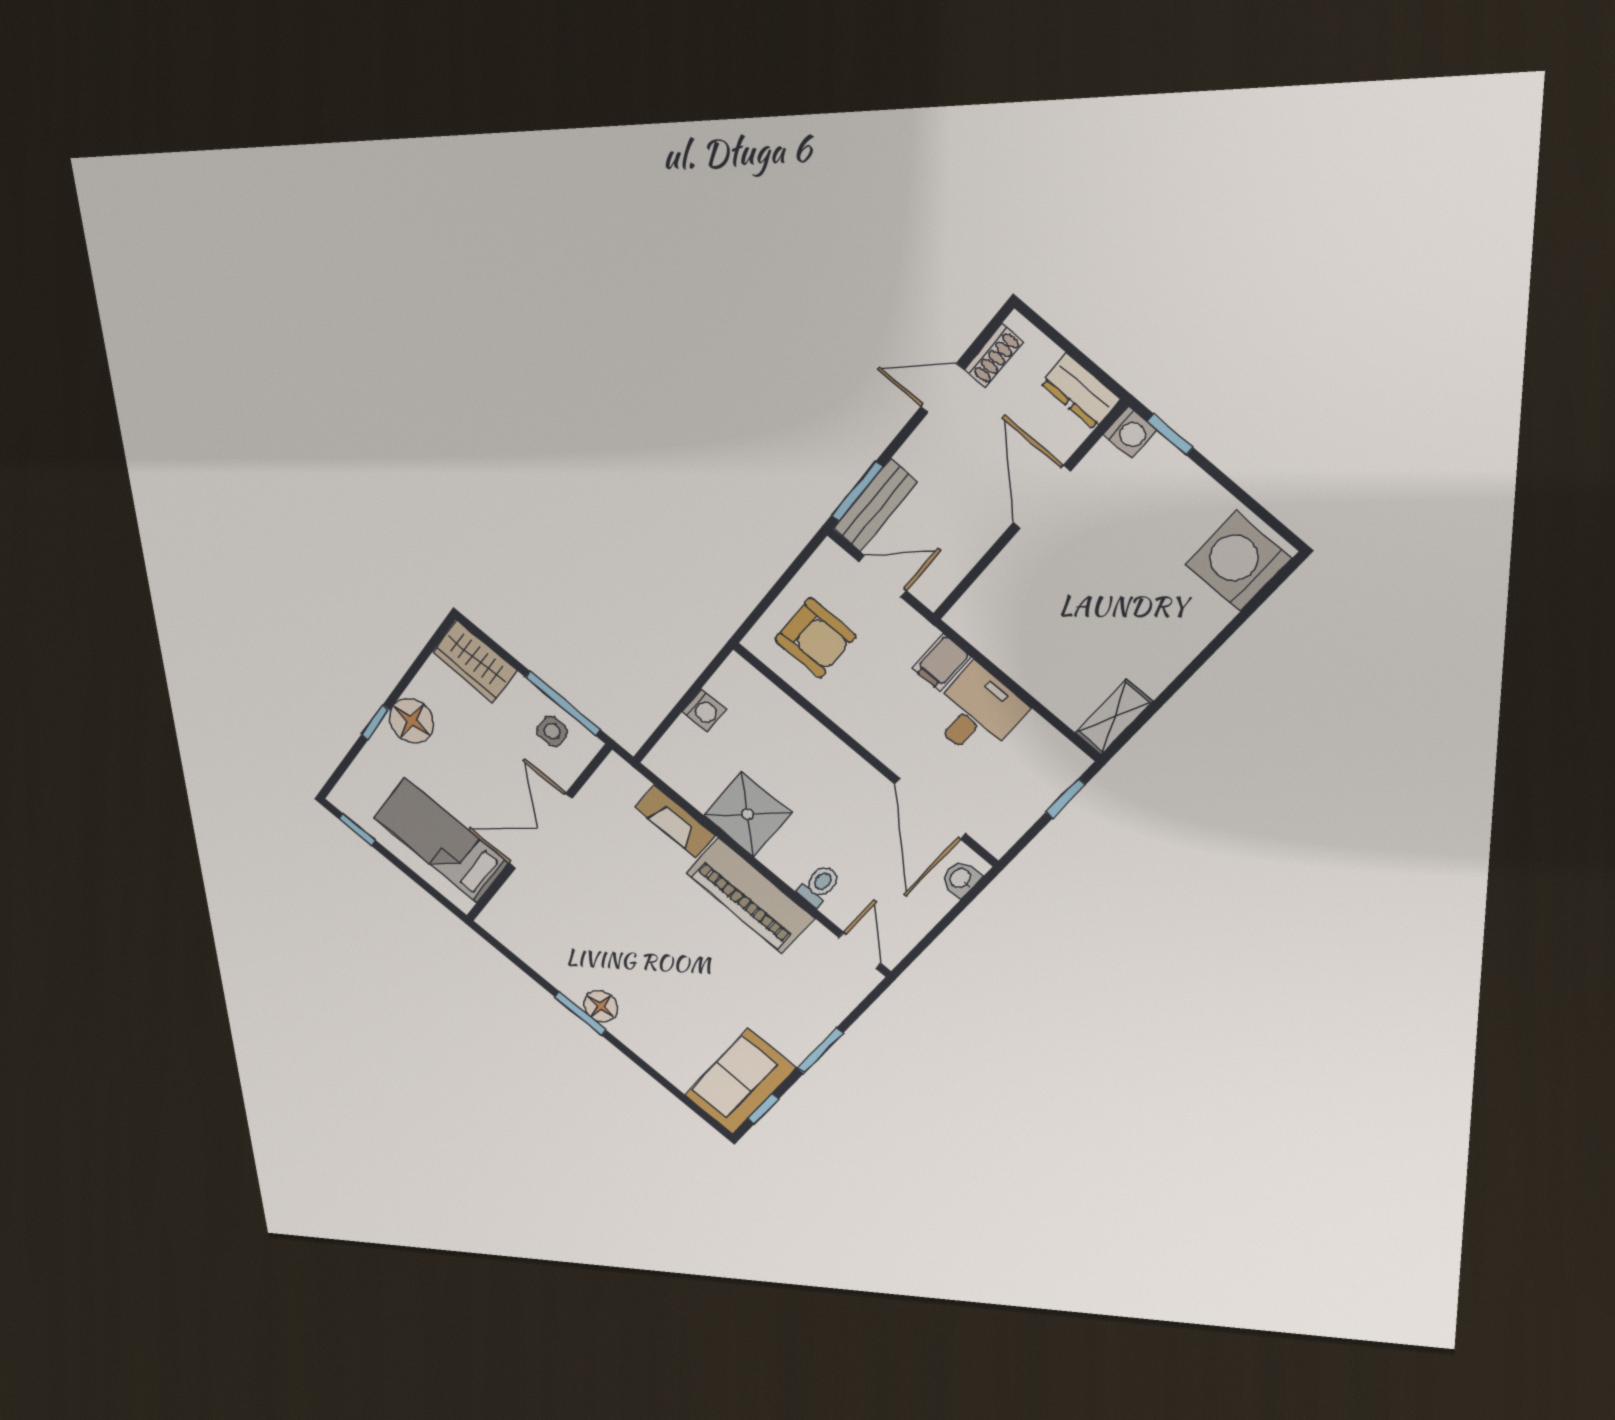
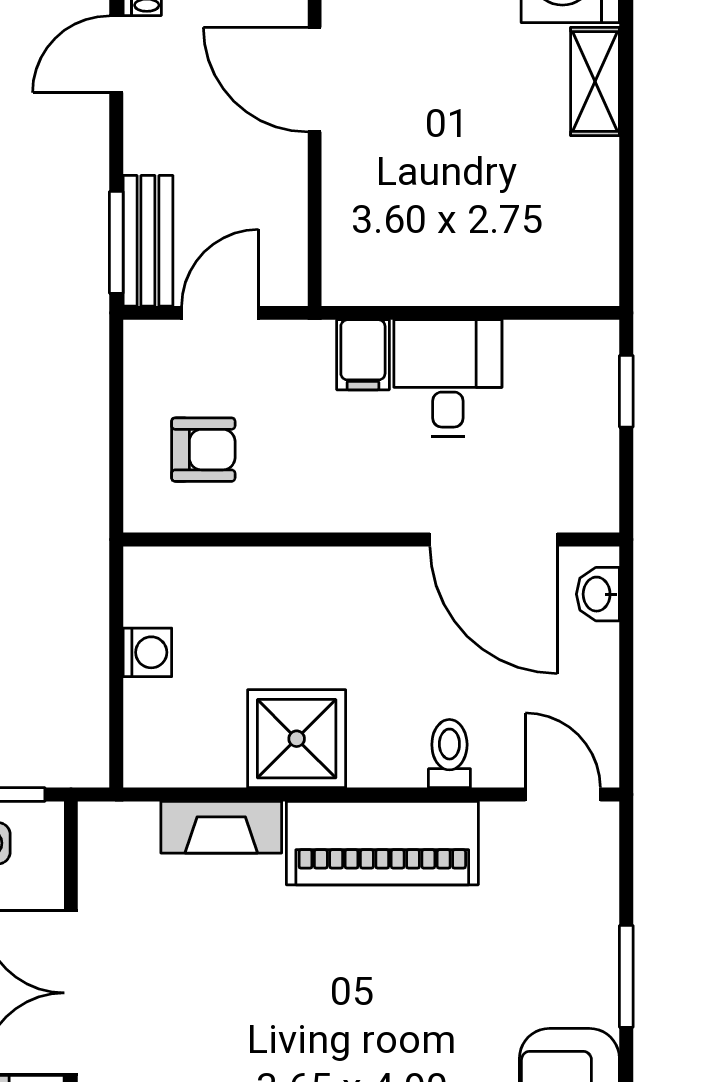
armchair: (815, 638) -> (203, 450), width x0.72, depth x0.72
shelving: (1114, 717) -> (595, 82), moved

